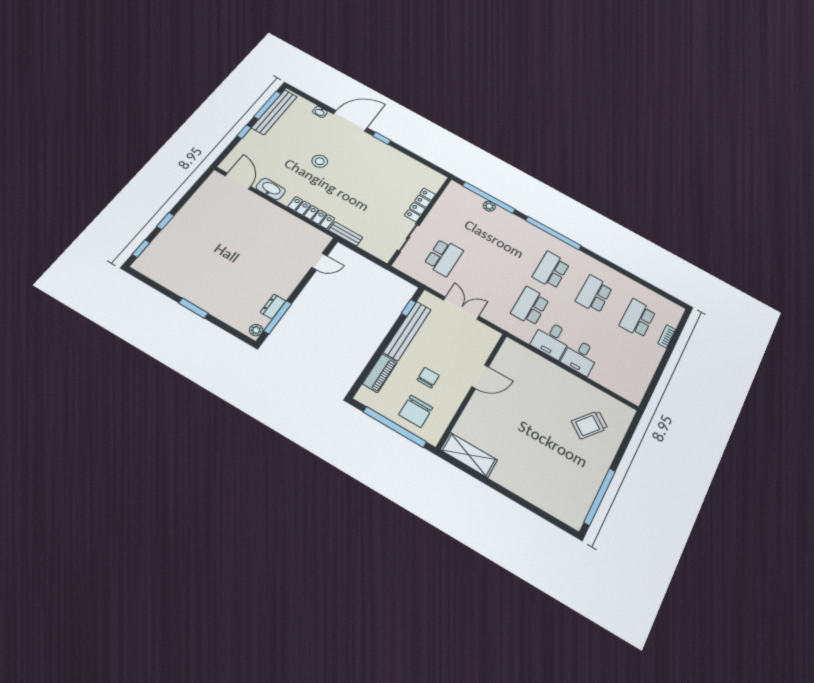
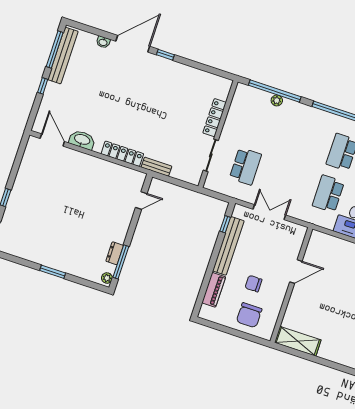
stool: (320, 161) -> (116, 97), removed
chair: (428, 378) -> (253, 284), turned -90
window: (395, 427) -> (235, 333), removed

